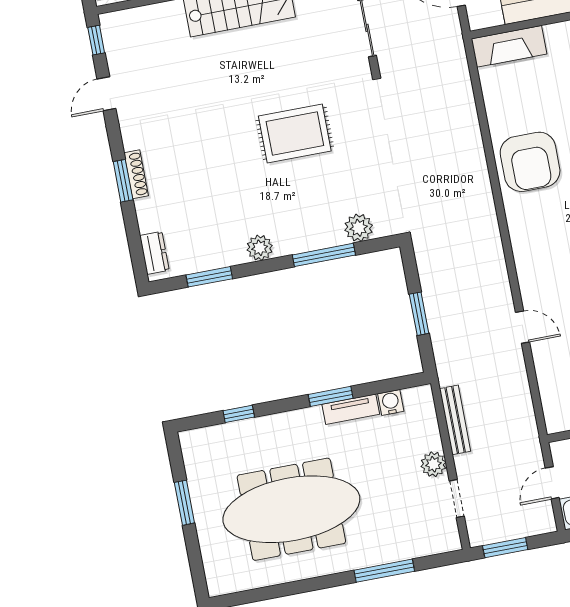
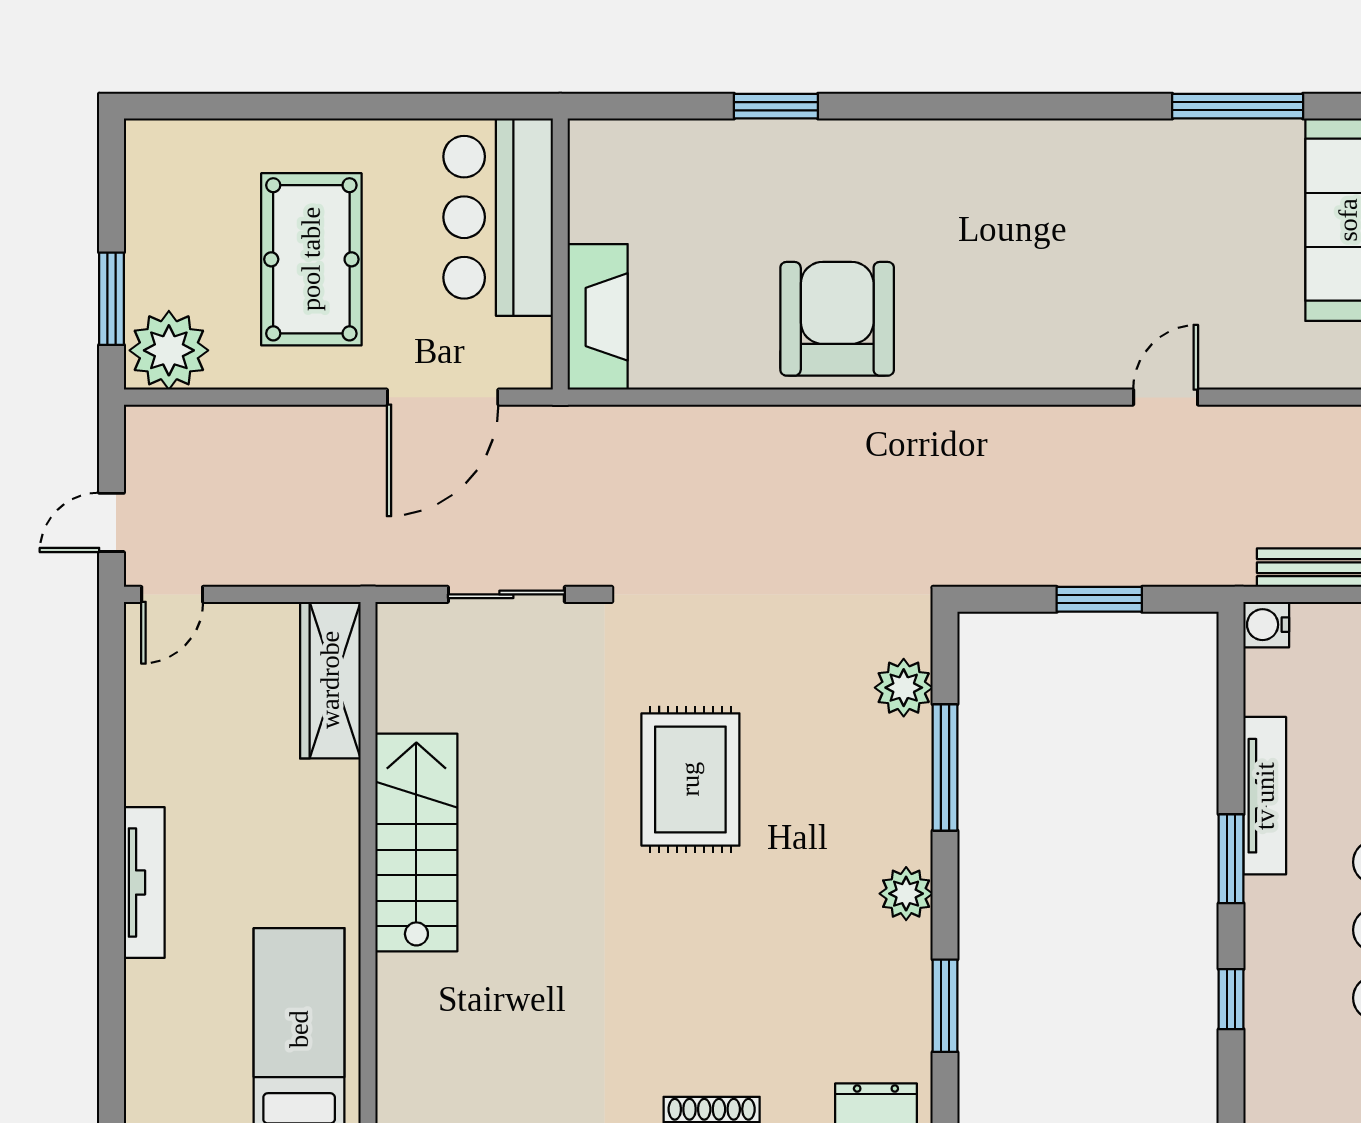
armchair: (530, 162) -> (837, 319), turned -90
window: (331, 396) -> (1231, 859), moved
water cooler: (391, 402) -> (1266, 625), moved
tv unit: (351, 409) -> (1265, 796), width x1.41

